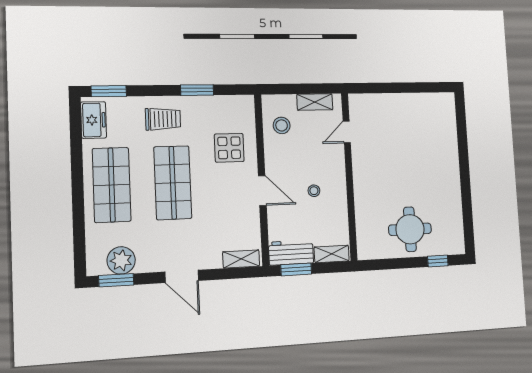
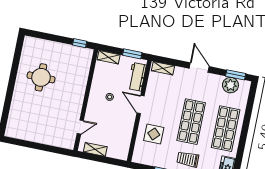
stool: (282, 125) -> (119, 140), removed
round table: (410, 229) -> (41, 77), moved
workbench: (291, 253) -> (137, 77), moved, turned 90
window: (438, 261) -> (80, 43), moved

